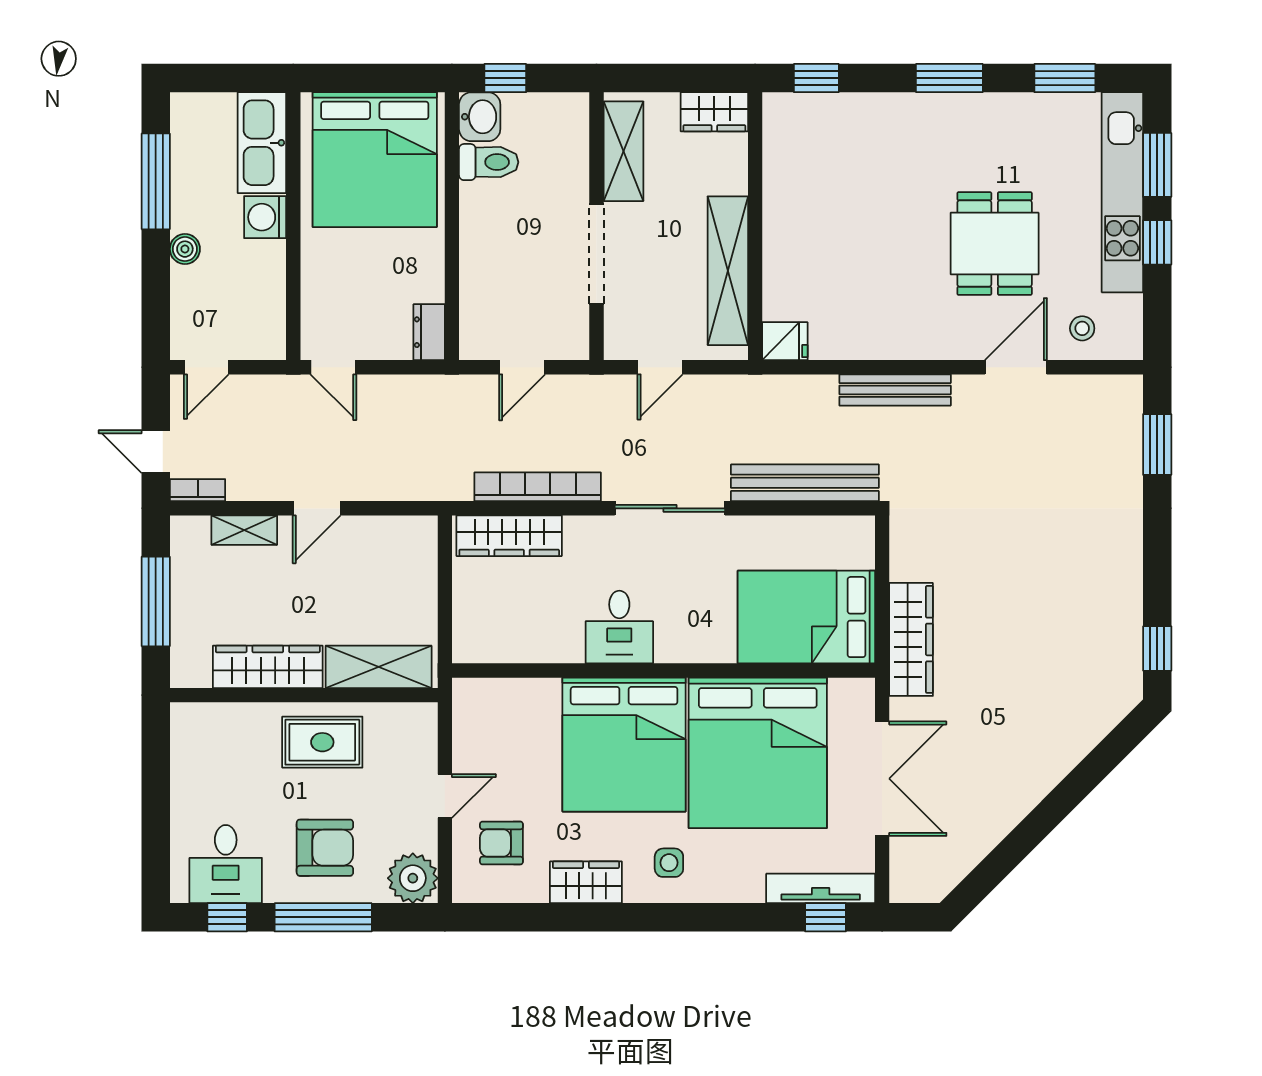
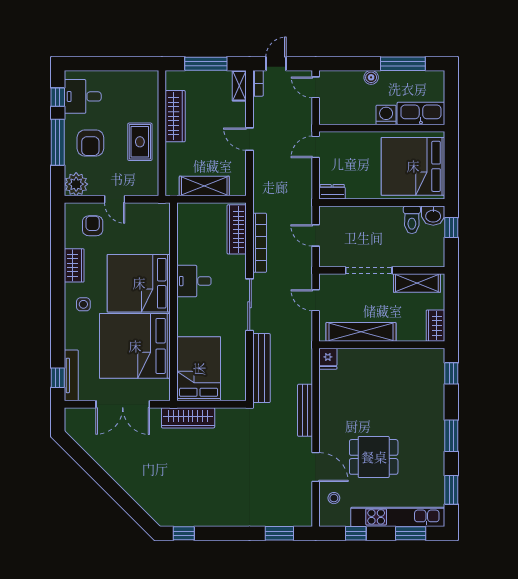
window: (1157, 242) -> (356, 533), moved
shelving: (244, 530) -> (239, 86), moved
shelving: (379, 667) -> (204, 186), moved, turned 90

